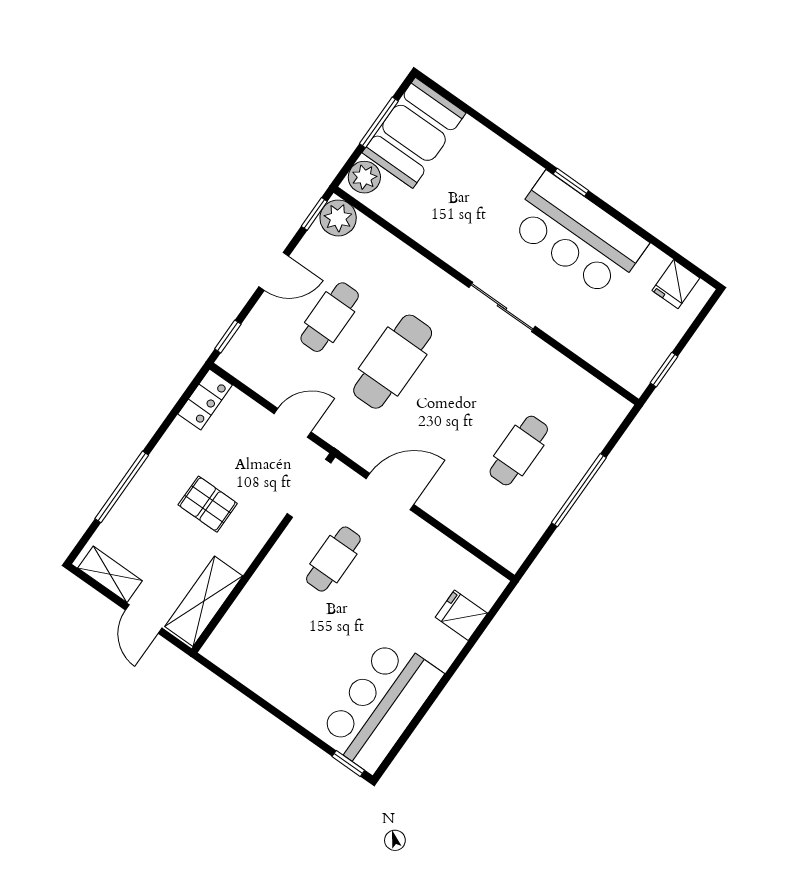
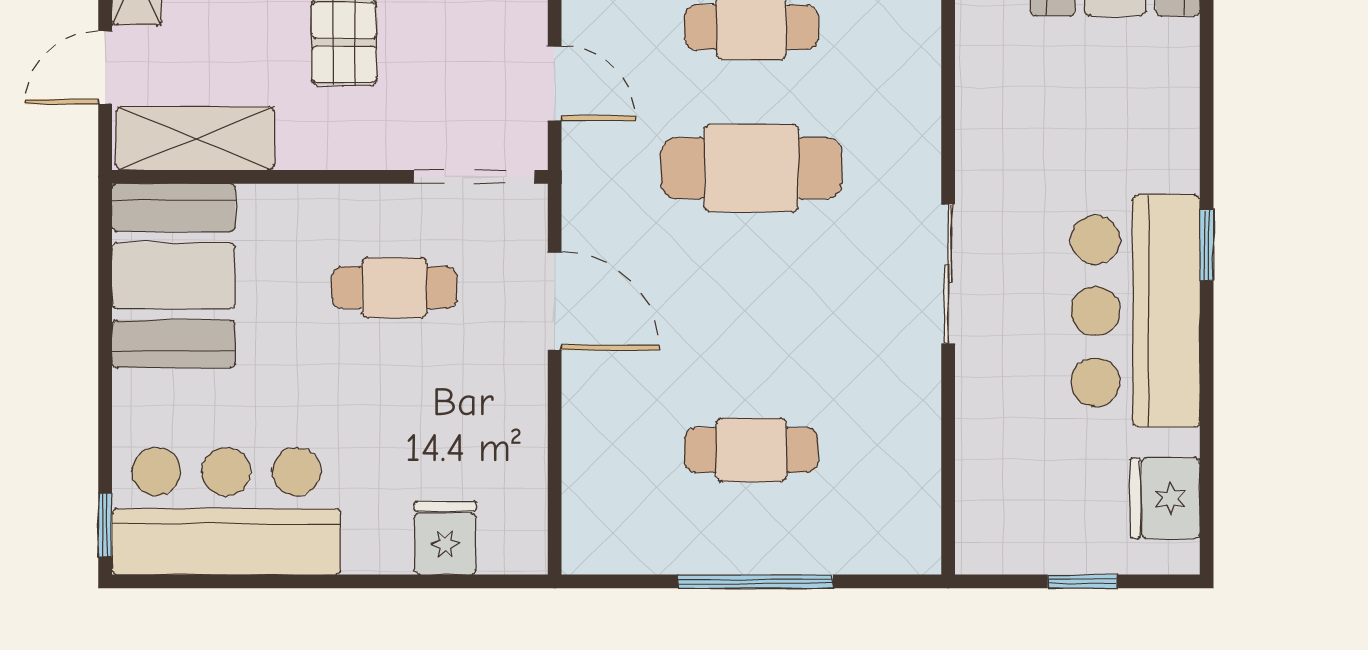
fridge: (676, 284) -> (1165, 498), width x1.38
window: (664, 370) -> (1082, 581), moved
booth: (258, 654) -> (174, 276), added

